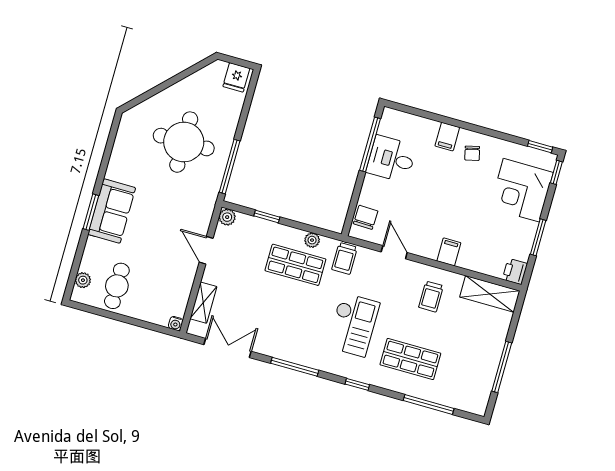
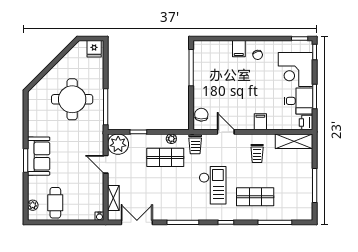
desk: (391, 159) -> (298, 101), moved, turned 180
plant: (227, 217) -> (118, 144), width x1.87, depth x1.87

